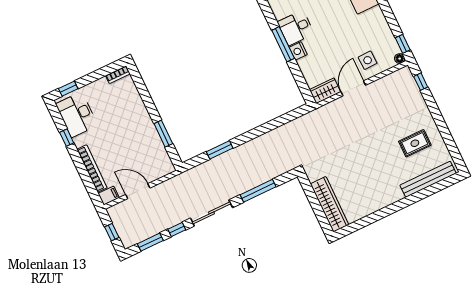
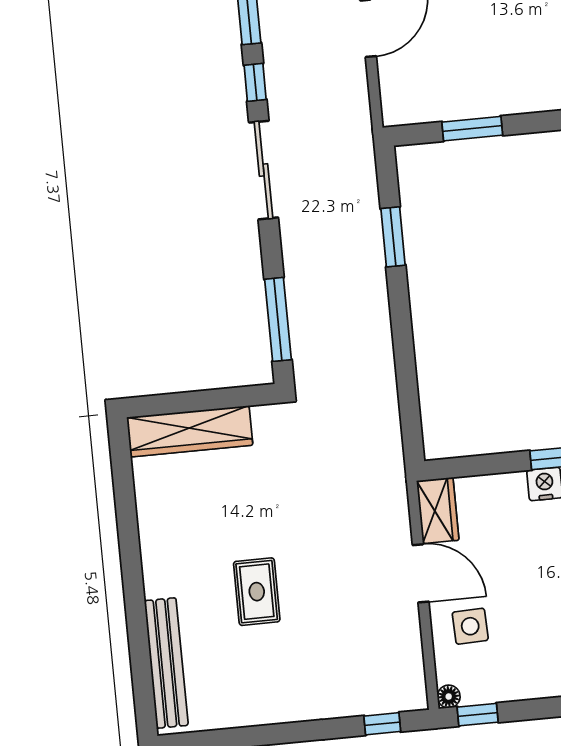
rug: (415, 143) -> (257, 592), moved
window: (258, 191) -> (278, 319), moved

